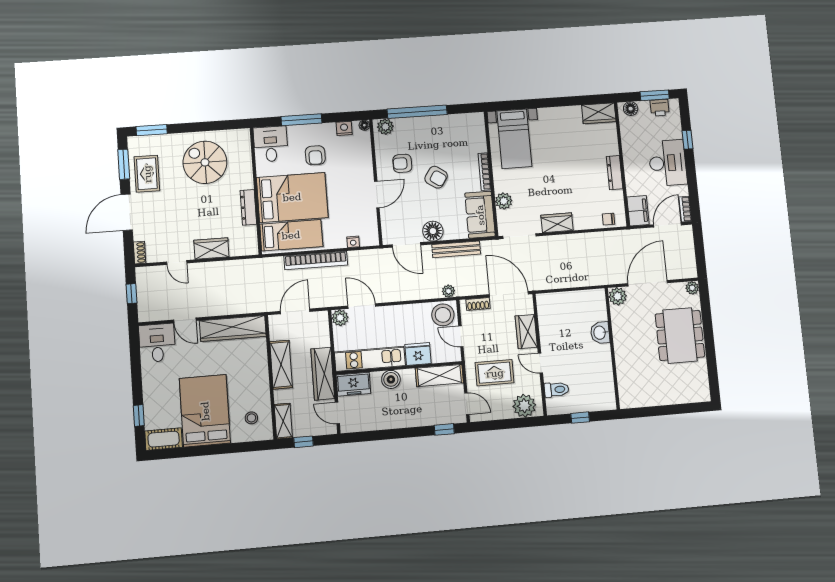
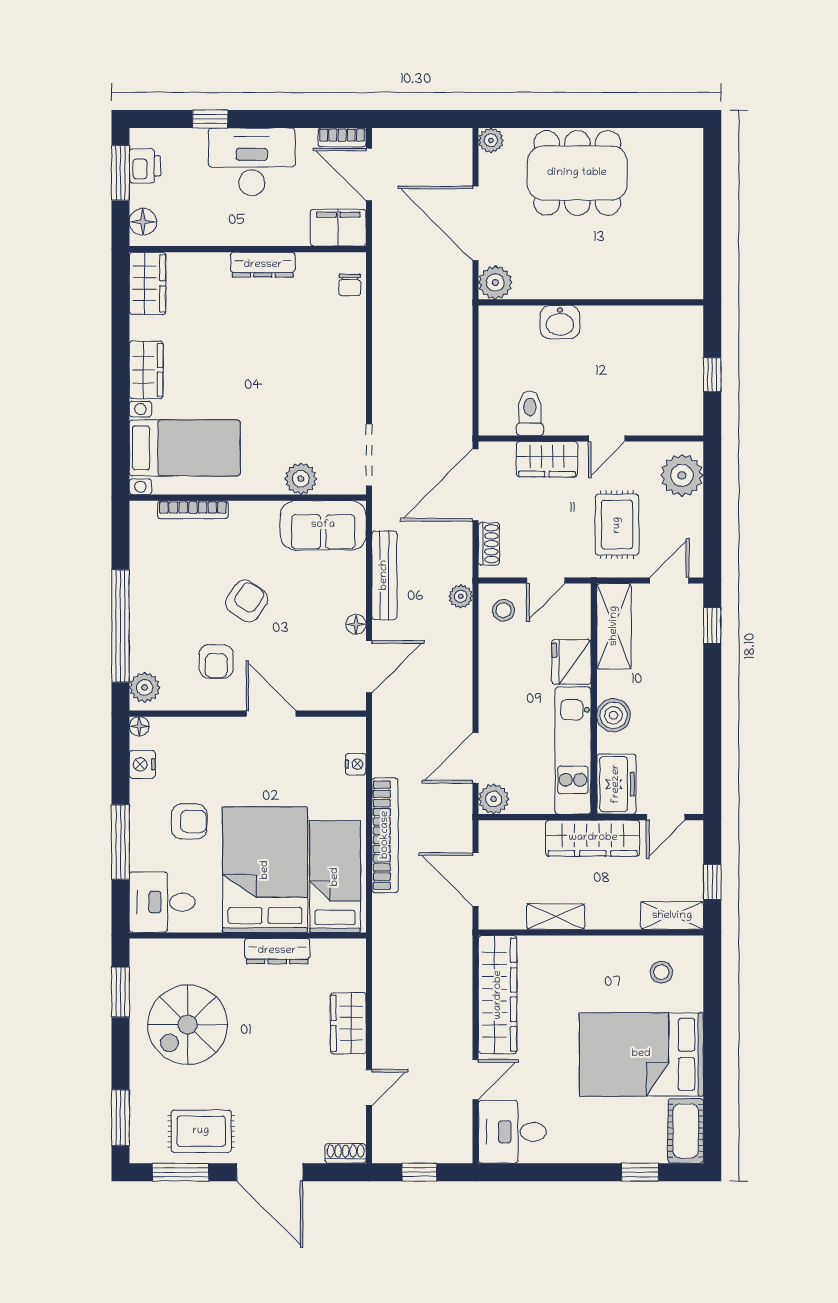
window: (220, 125) -> (120, 992), added
bookcase: (485, 172) -> (193, 510), moved
wardrobe: (557, 223) -> (146, 370), moved, turned 180
floor lamp: (433, 231) -> (356, 624), width x0.53, depth x0.53
stool: (443, 315) -> (504, 610), width x0.53, depth x0.53
shelving: (281, 365) -> (556, 917), width x0.67, depth x0.75
toilet: (556, 390) -> (530, 413), moved

